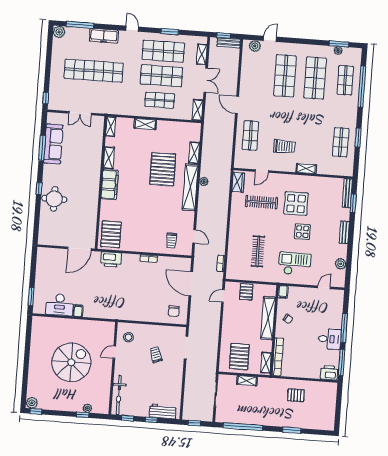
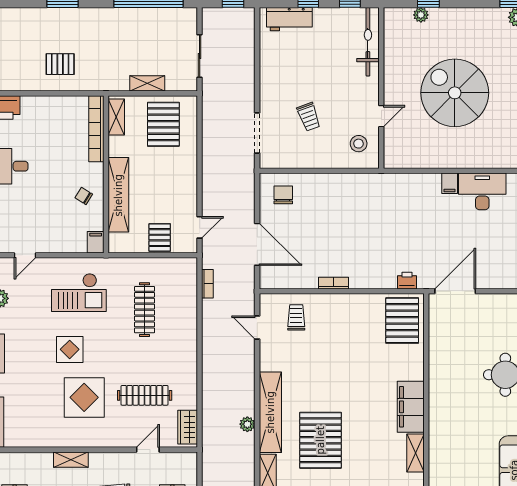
printer: (111, 260) -> (407, 281), width x0.53, depth x0.68
spiral stairs: (71, 362) -> (455, 93), turned 90

